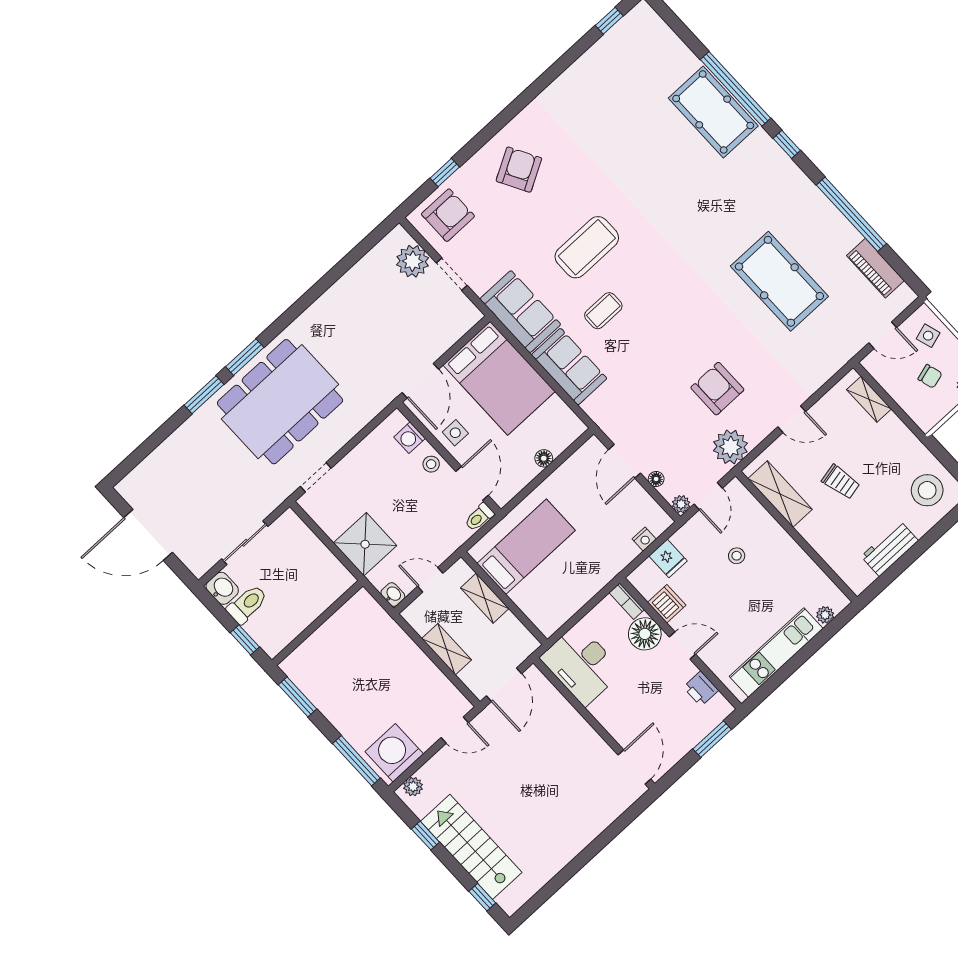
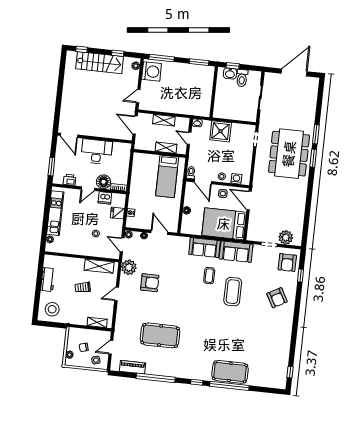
door: (430, 580) -> (189, 138), swing flipped
washbasin: (222, 588) -> (230, 73), moved
desk: (581, 665) -> (97, 152), moved

